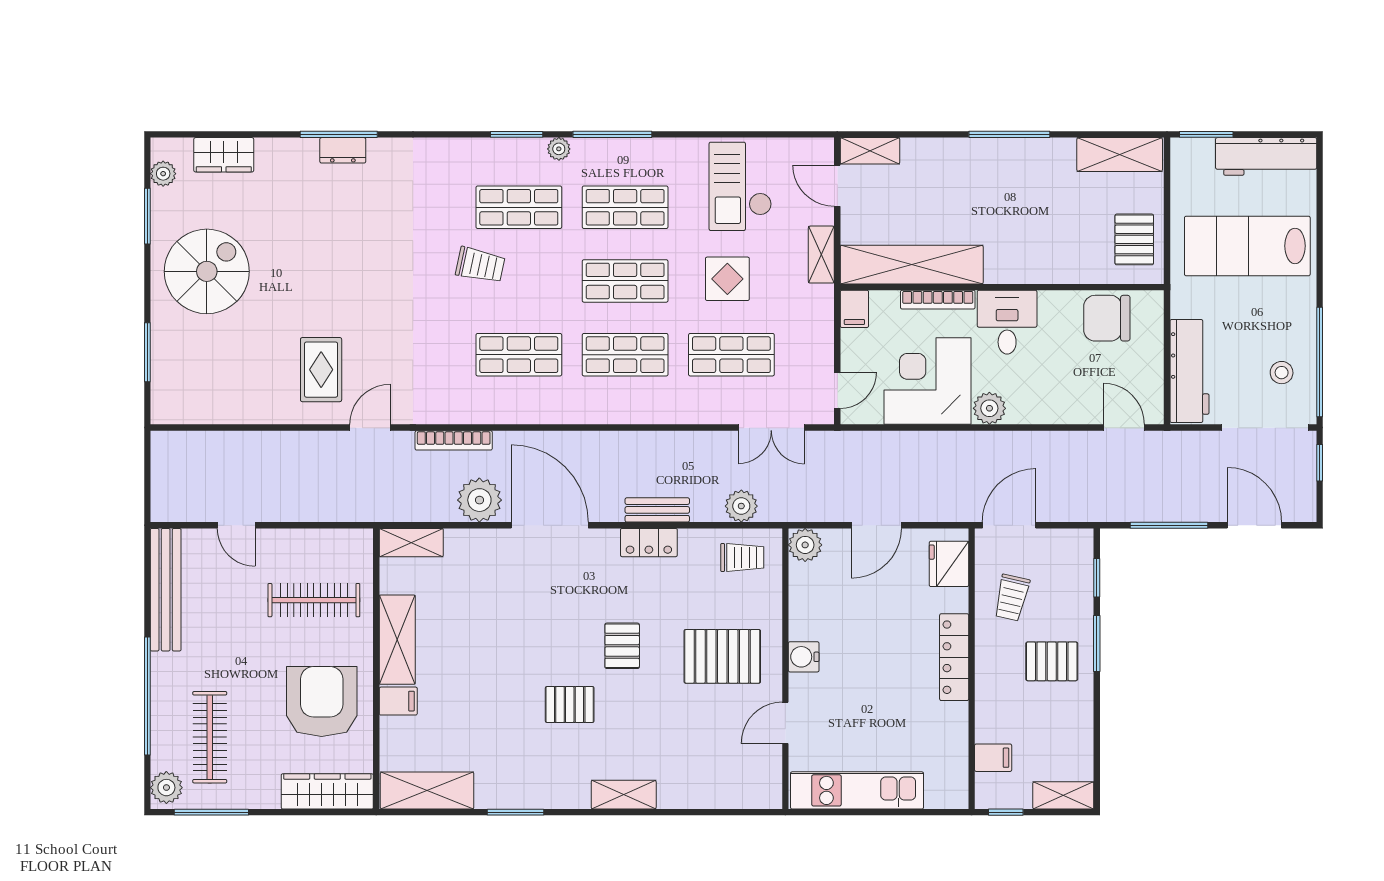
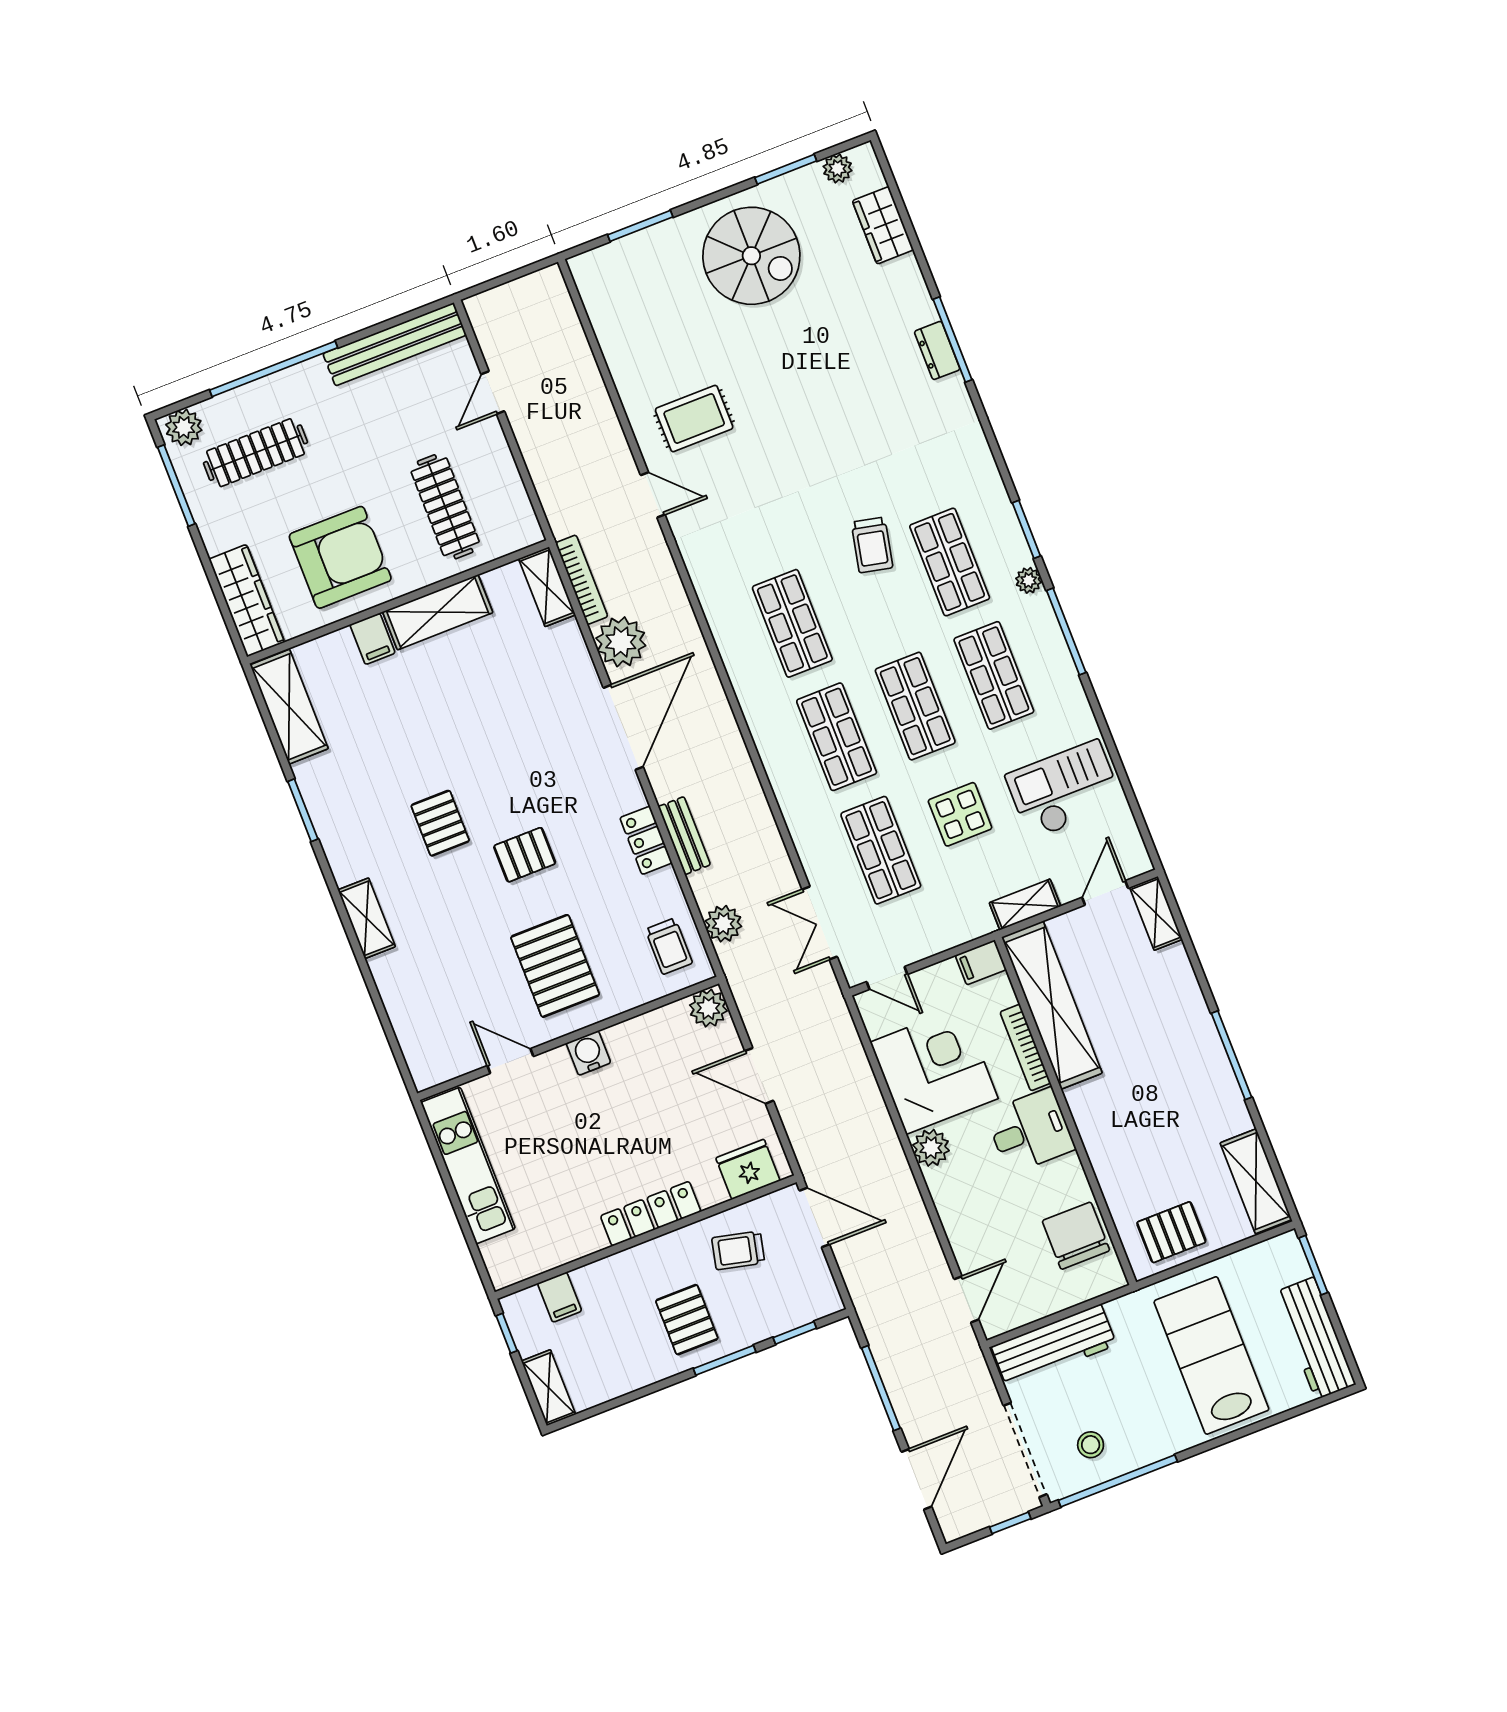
bookcase: (454, 440) -> (582, 580), moved, turned 180

